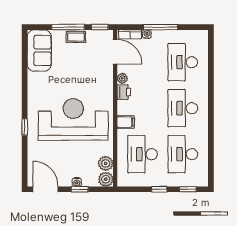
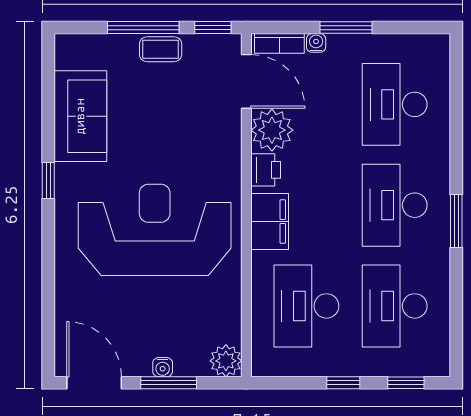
window: (161, 27) -> (346, 28), width x0.69
sofa: (39, 51) -> (80, 116), moved
plant: (122, 78) -> (272, 130), width x1.88, depth x1.88
window: (211, 115) -> (456, 221), added
filing cabinet: (126, 122) -> (270, 221), width x2.00
window: (25, 127) -> (48, 180), moved
plant: (106, 163) -> (226, 326), removed
window: (80, 189) -> (169, 383), width x1.50

